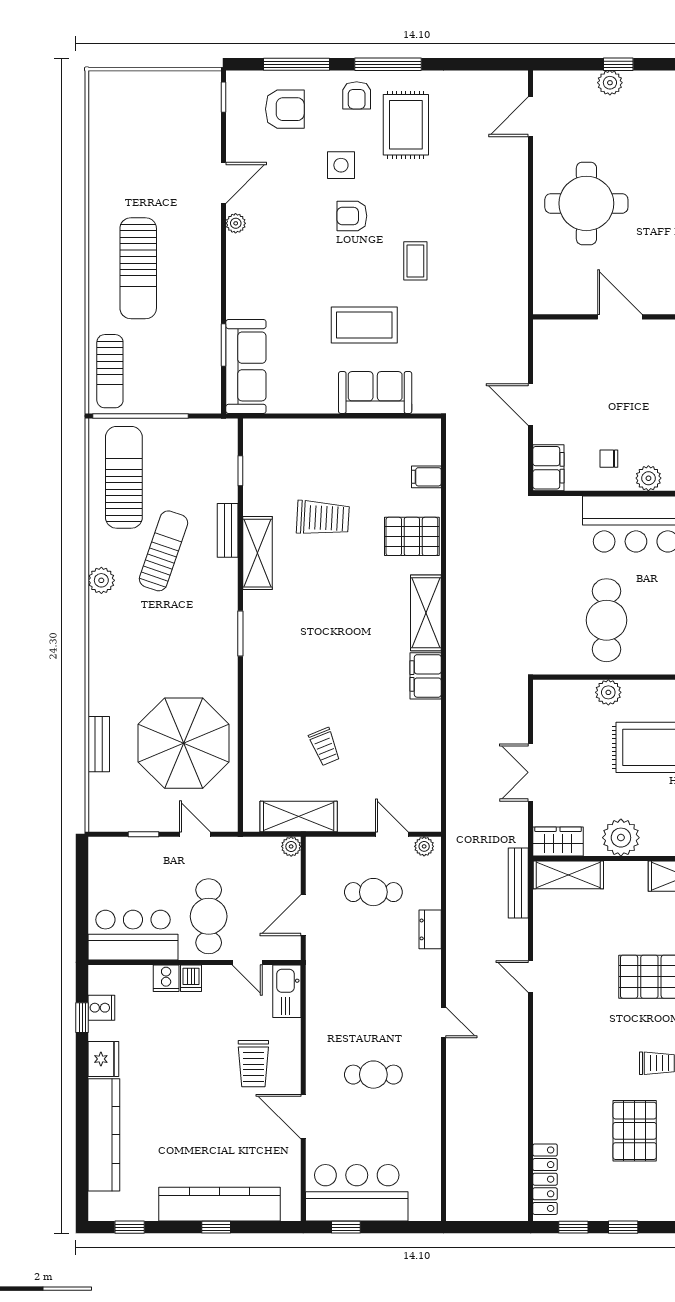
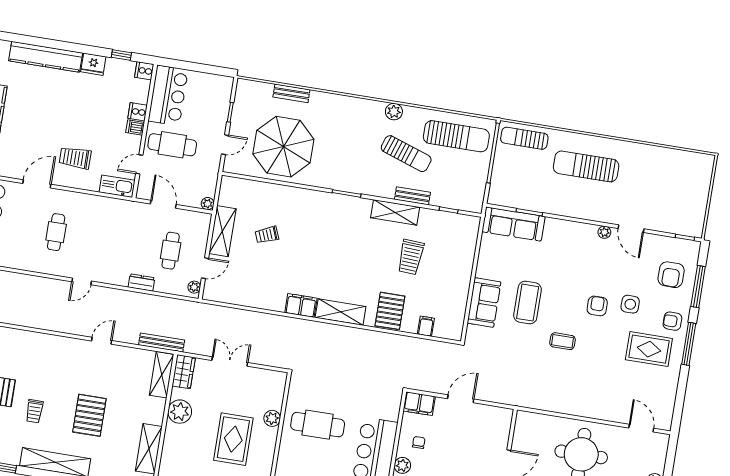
shelving: (299, 817) -> (222, 231), moved
cooker: (101, 1008) -> (144, 71), moved, turned 90

